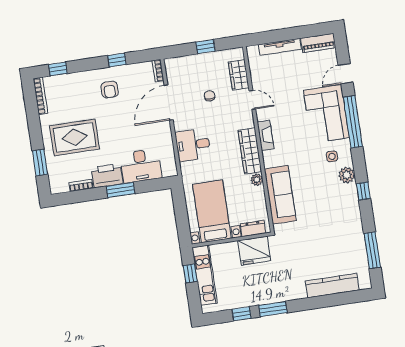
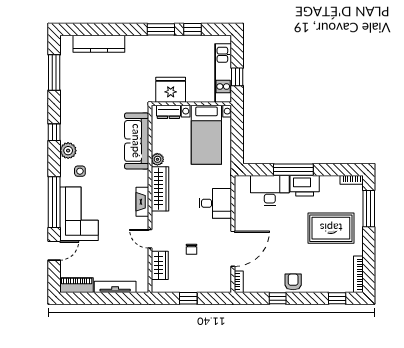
armchair: (110, 90) -> (293, 282), moved
window: (40, 163) -> (369, 209), width x1.44
bookcase: (81, 185) -> (352, 180), moved
window: (121, 190) -> (293, 170), width x1.44

